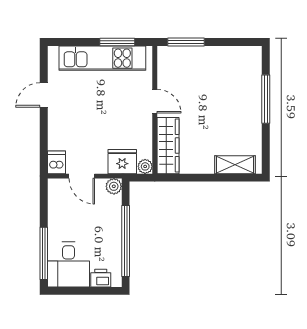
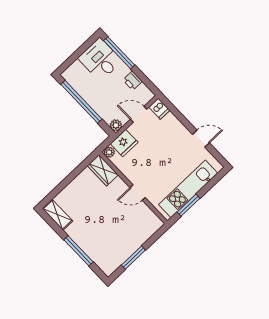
window: (186, 42) -> (133, 258), moved
door: (44, 95) -> (201, 139), hinge flipped
wardrobe: (168, 146) -> (103, 170), width x0.67
shelving: (235, 165) -> (57, 215), moved, turned 90
printer: (101, 278) -> (133, 81), moved, turned 90

